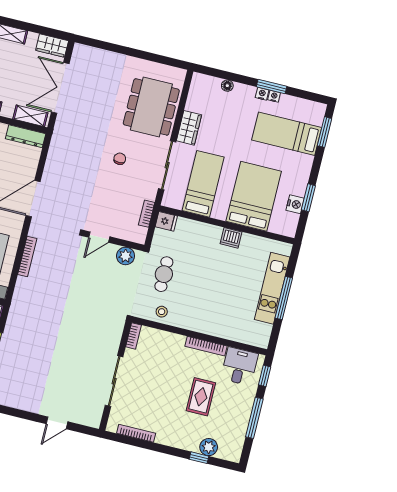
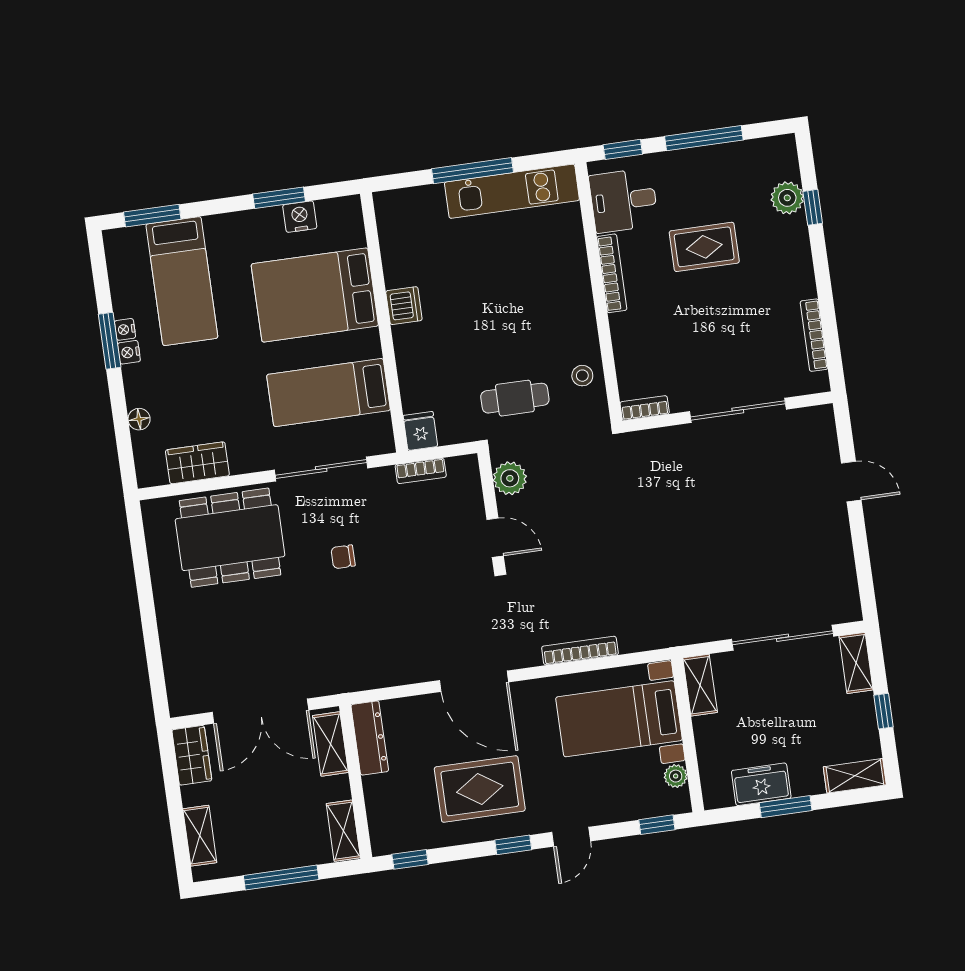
wardrobe: (189, 128) -> (197, 463), moved
kitchen unit: (272, 288) -> (512, 191), moved

